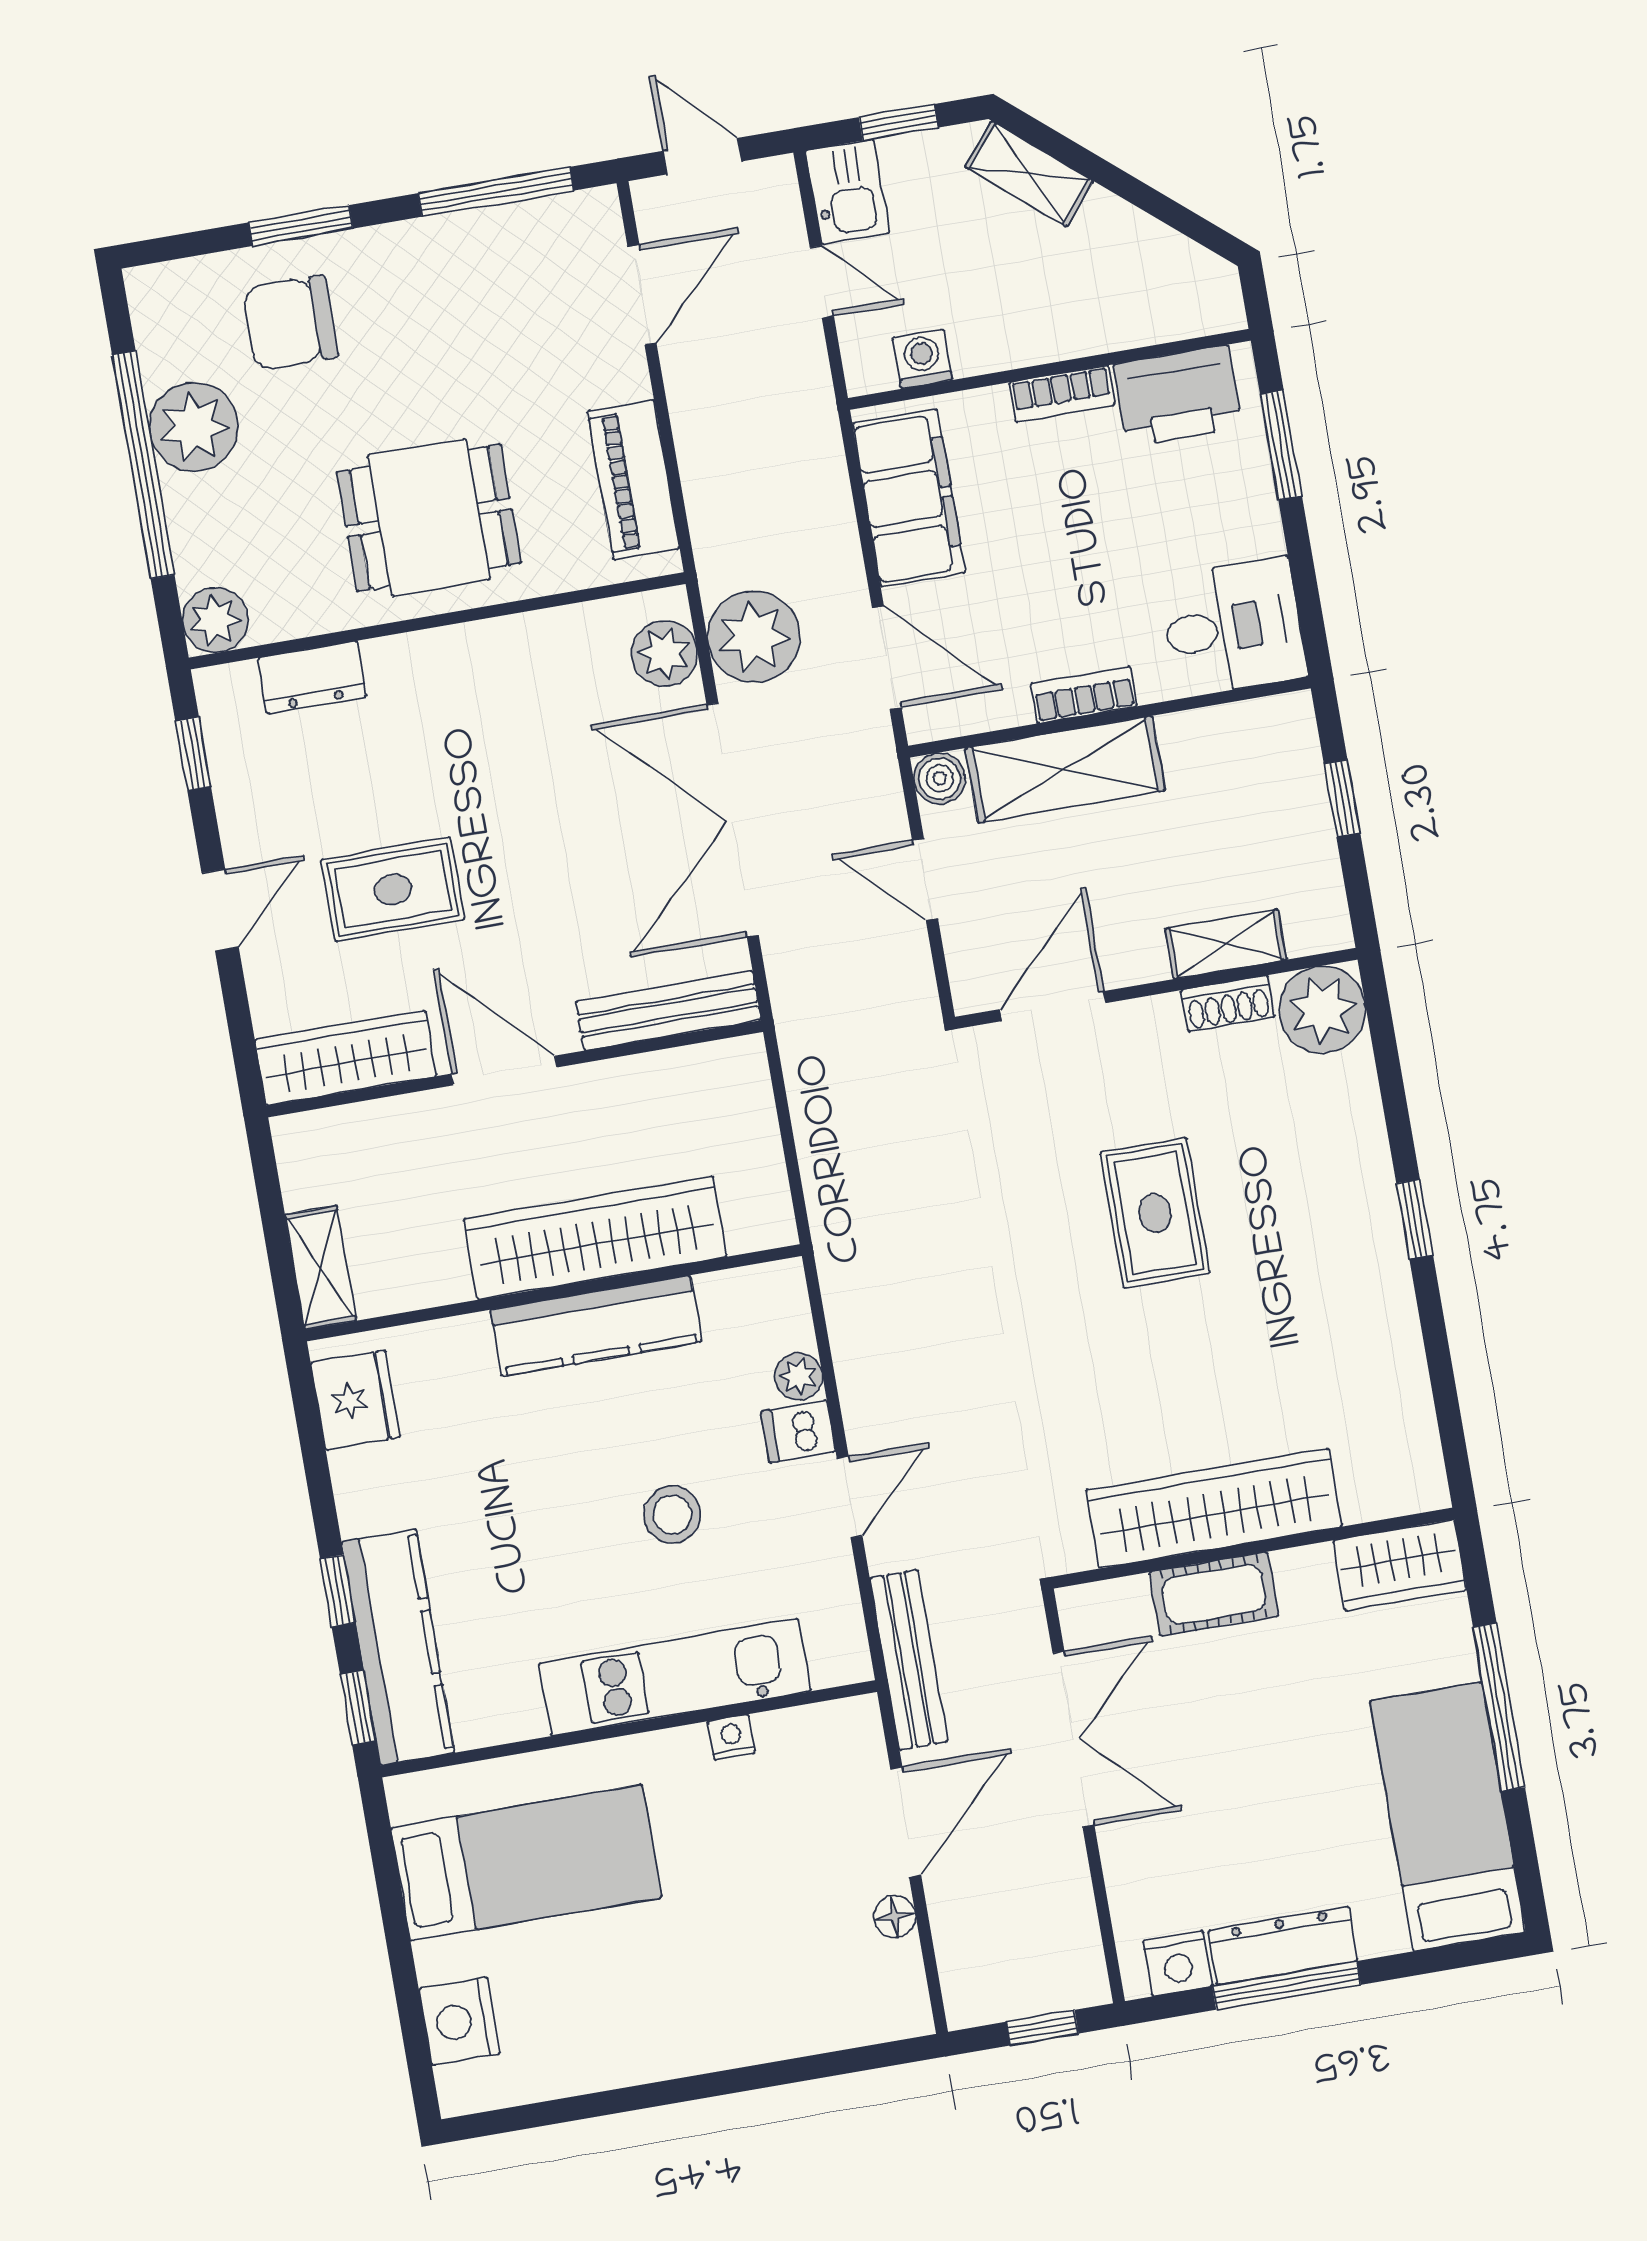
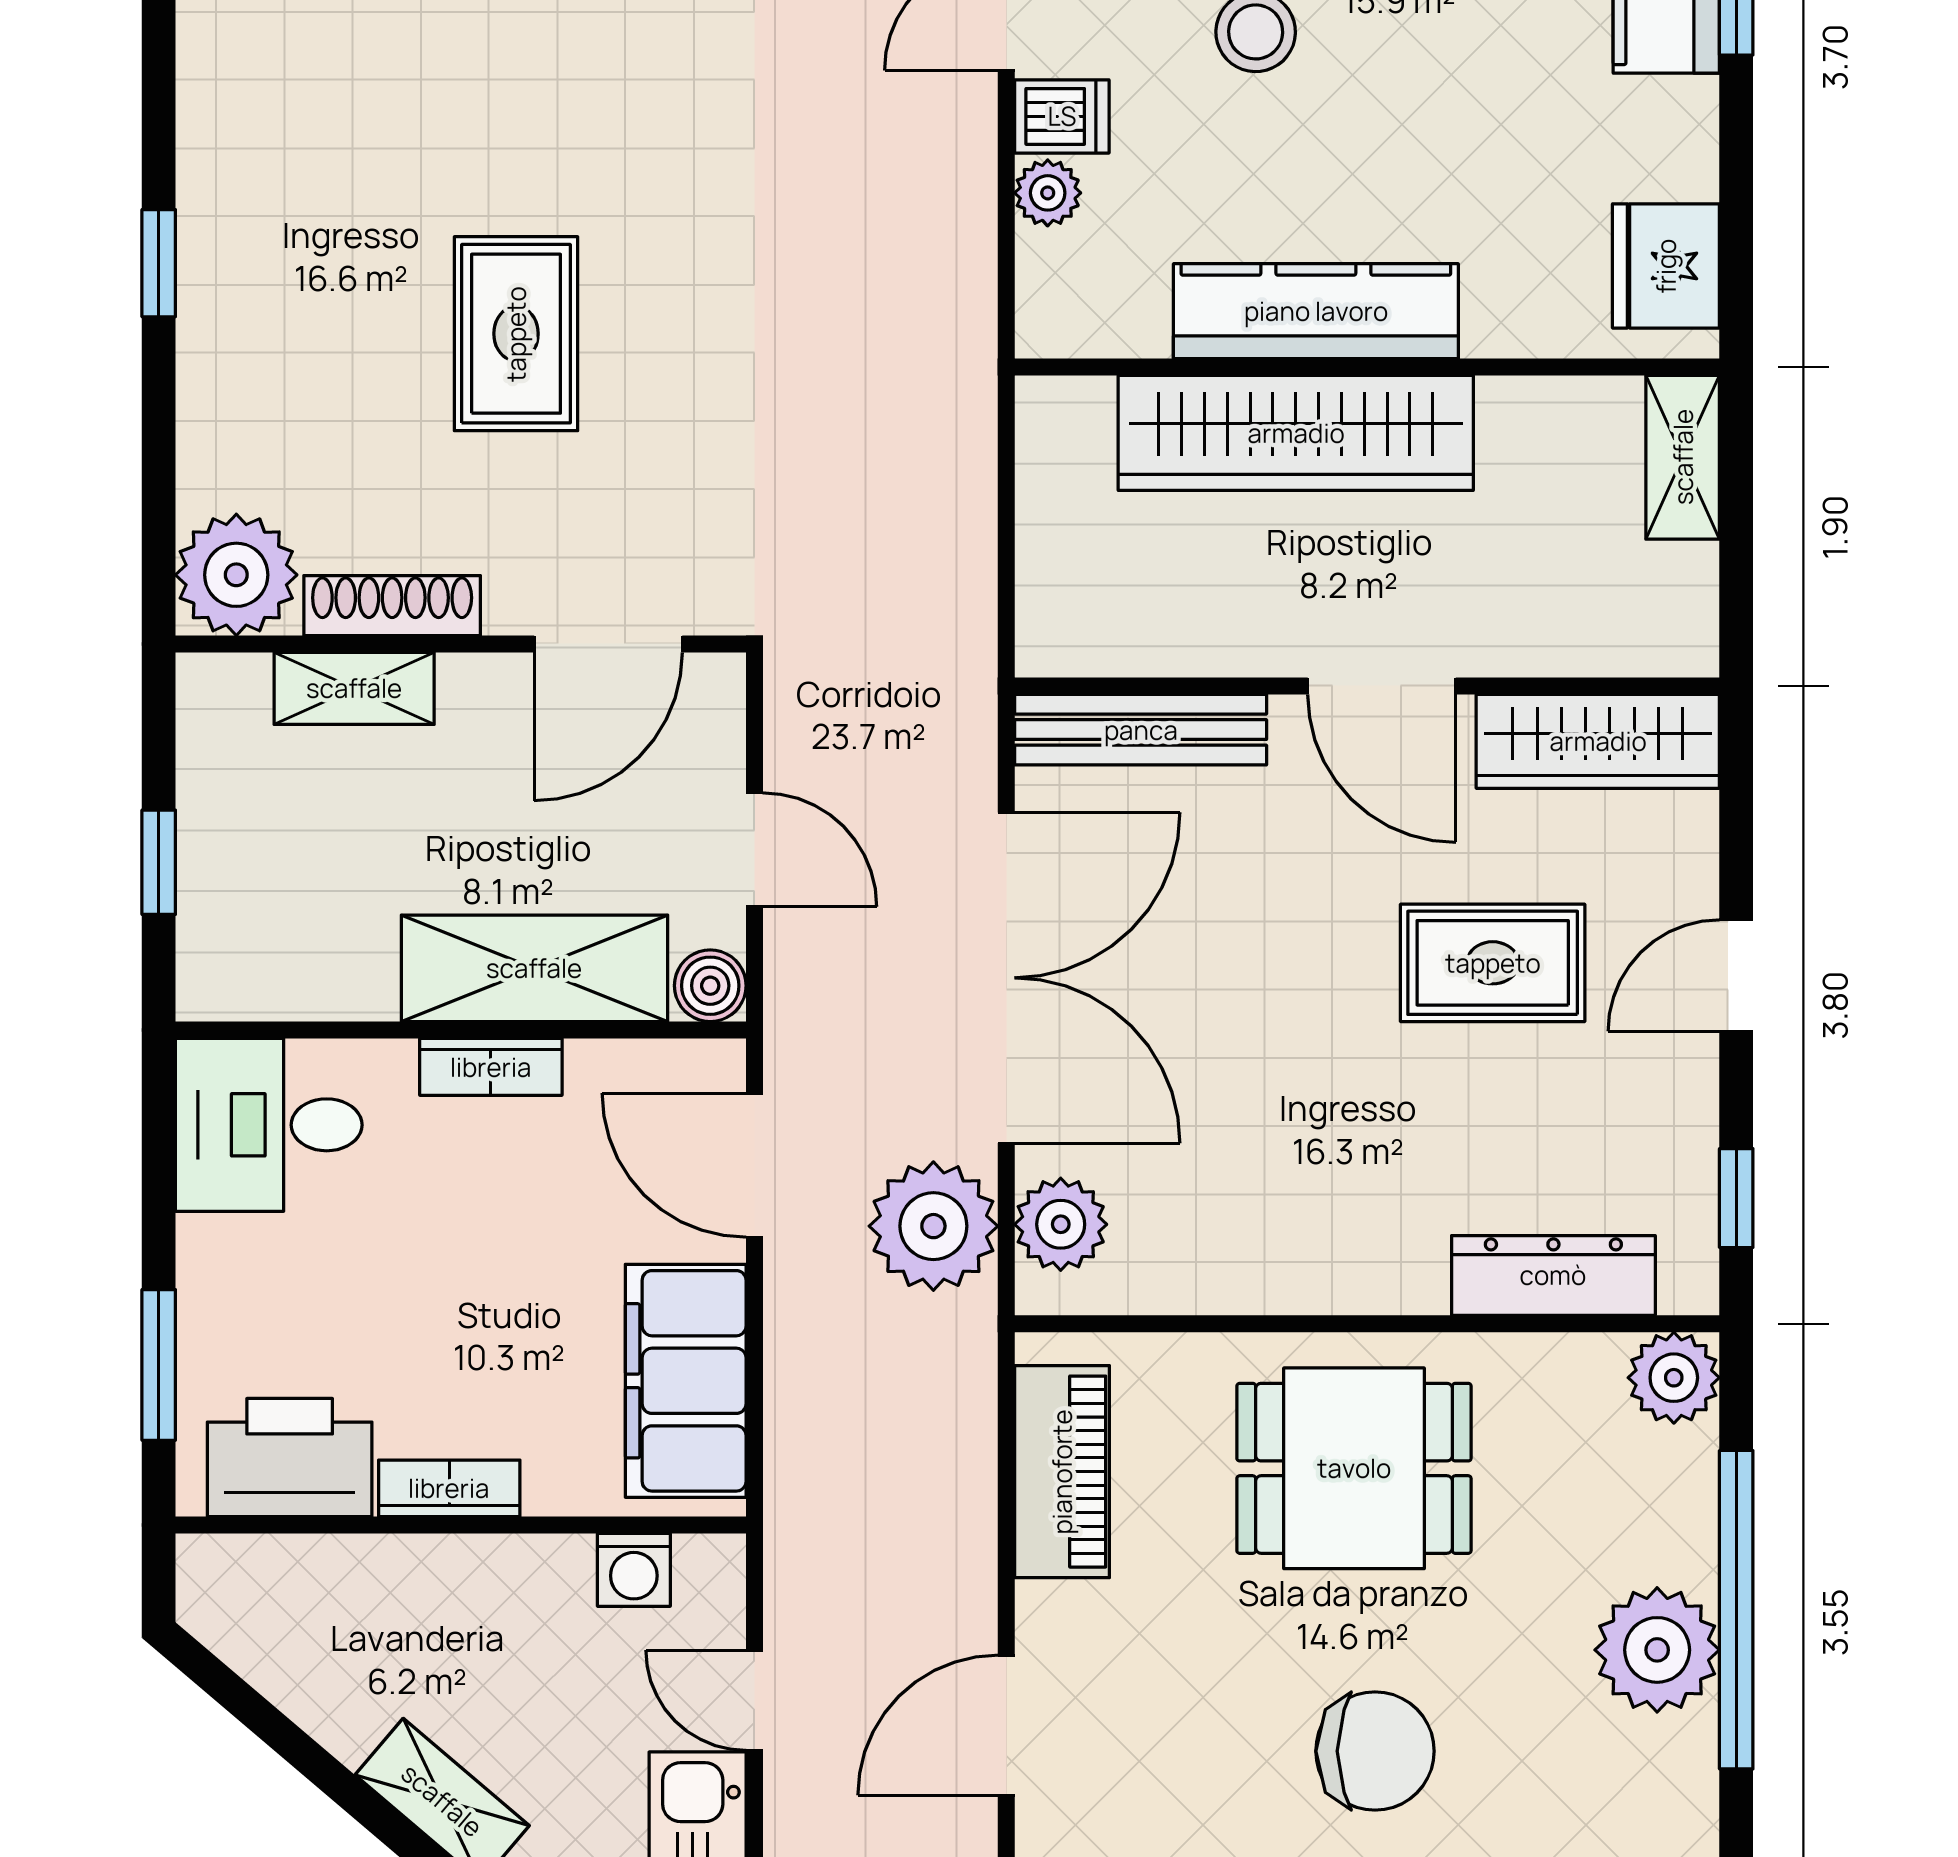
chair: (290, 323) -> (1375, 1751), moved
dresser: (312, 677) -> (1553, 1275), width x1.44
shoe rack: (1228, 1004) -> (392, 606), width x1.43

